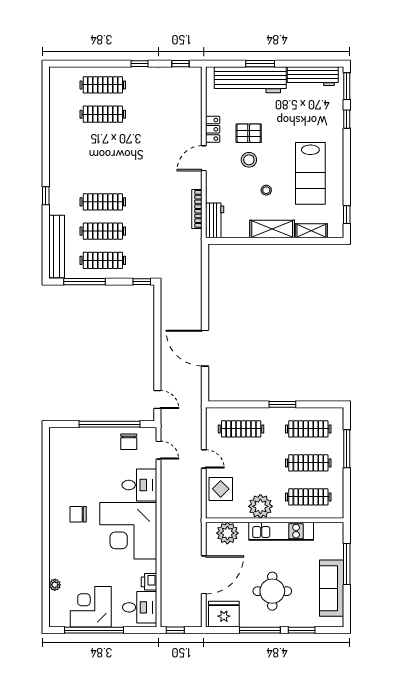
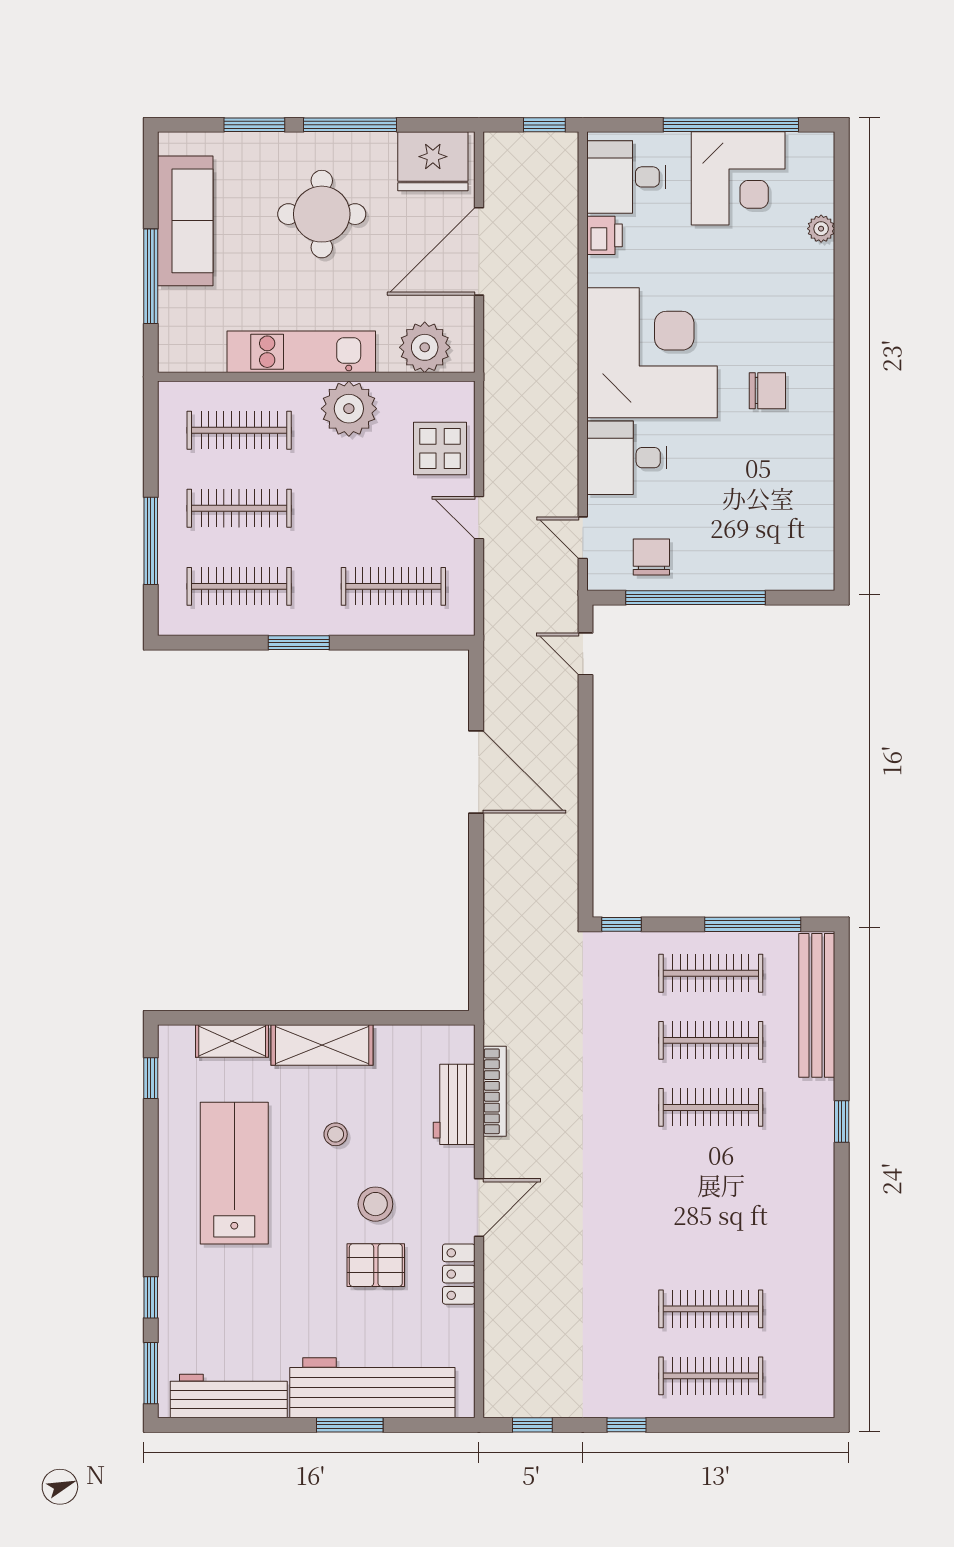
workbench: (215, 220) -> (454, 1104), moved

